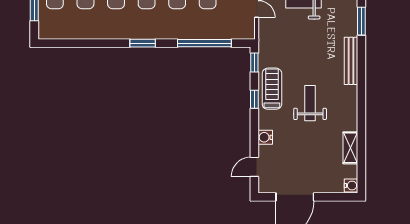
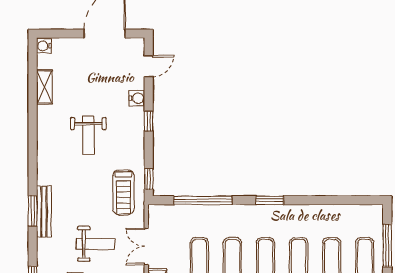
window: (361, 21) -> (33, 211), moved
bench: (351, 61) -> (44, 212), moved
treadmill: (272, 89) -> (123, 192), moved
window: (254, 99) -> (149, 121), moved

